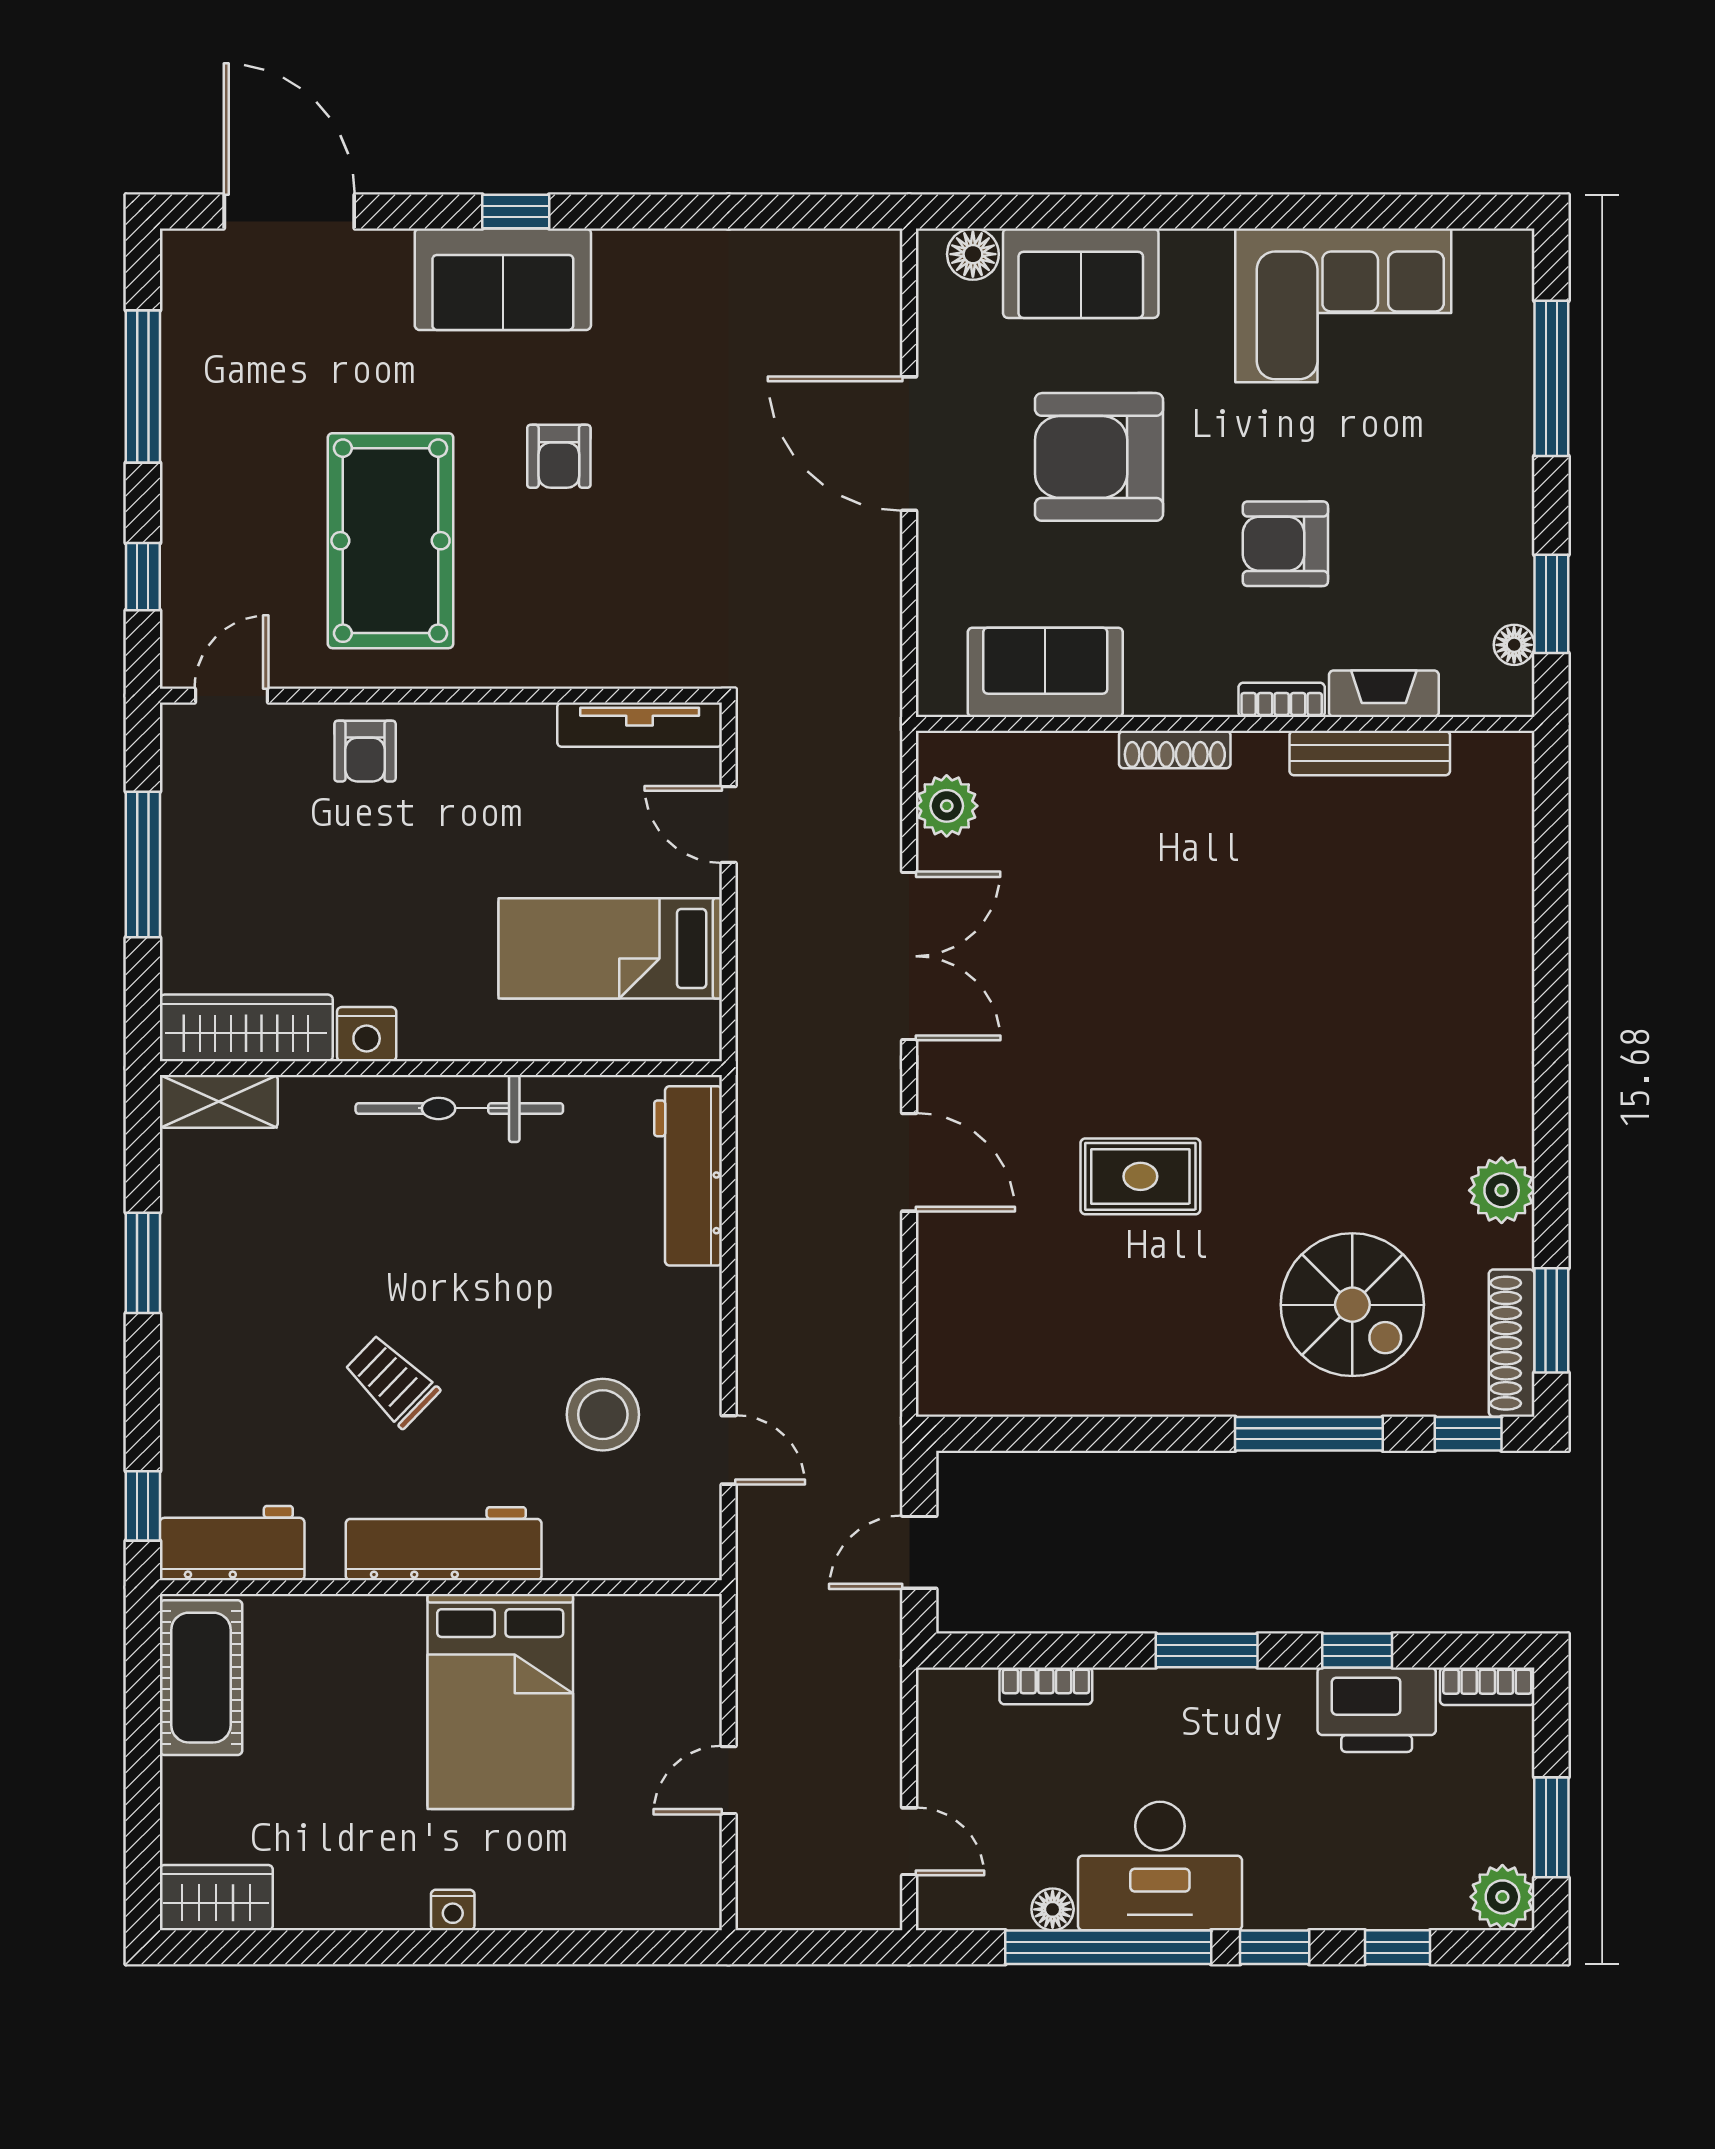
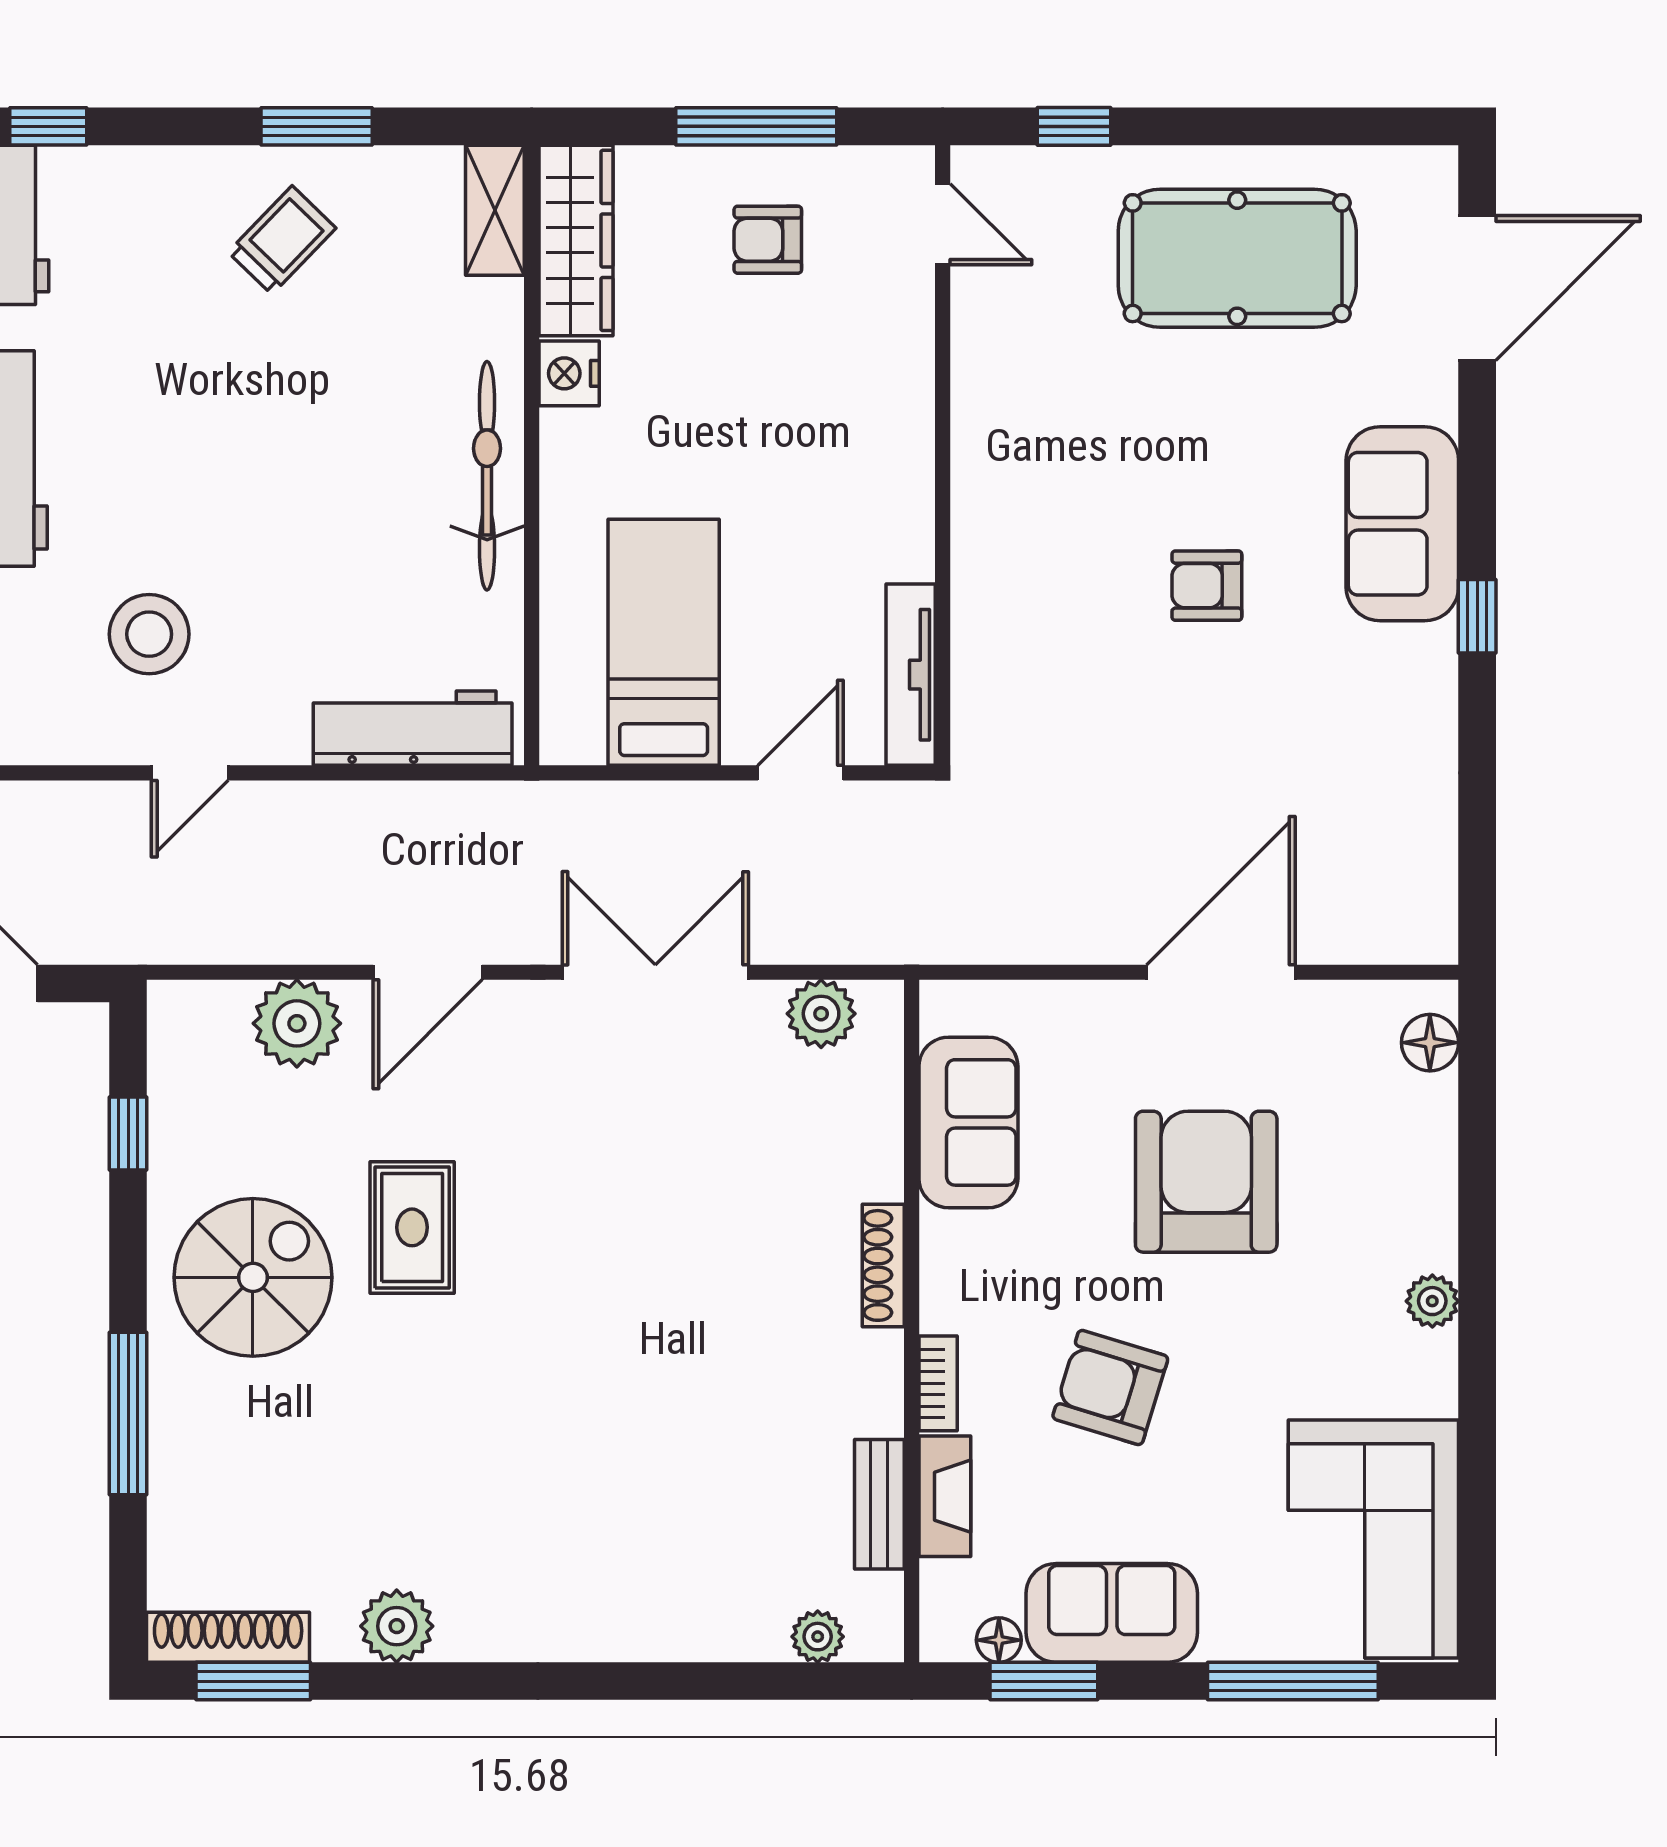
window: (516, 211) -> (1477, 616), moved
plant: (1207, 252) -> (1432, 1301), added
sofa: (1081, 273) -> (1112, 1613), moved, turned 90
corner sofa: (1343, 305) -> (1373, 1539), moved
window: (143, 386) -> (1284, 126), removed
pool table: (391, 541) -> (1237, 258), moved
armchair: (1285, 544) -> (1110, 1387), turned -73
armchair: (365, 751) -> (768, 240), moved
bench: (1370, 753) -> (879, 1504), width x0.73
plant: (1511, 809) -> (818, 1637), added
double door: (909, 956) -> (655, 972), swing flipped
plant: (956, 1281) -> (297, 1023), added
spiral stairs: (1352, 1305) -> (253, 1277), moved, turned 180
trolley: (392, 1381) -> (282, 240), moved
window: (1468, 1434) -> (128, 1133), moved
door: (729, 1450) -> (190, 773), moved

